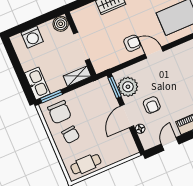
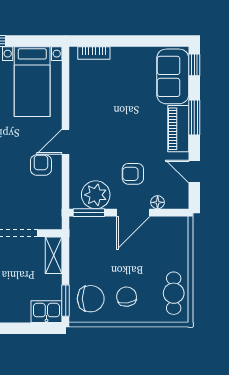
kitchen sink: (37, 83) -> (46, 312), width x0.73
armchair: (152, 105) -> (133, 174), turned 180
door: (127, 116) -> (133, 213), hinge flipped
chair: (71, 135) -> (127, 297), turned -92

